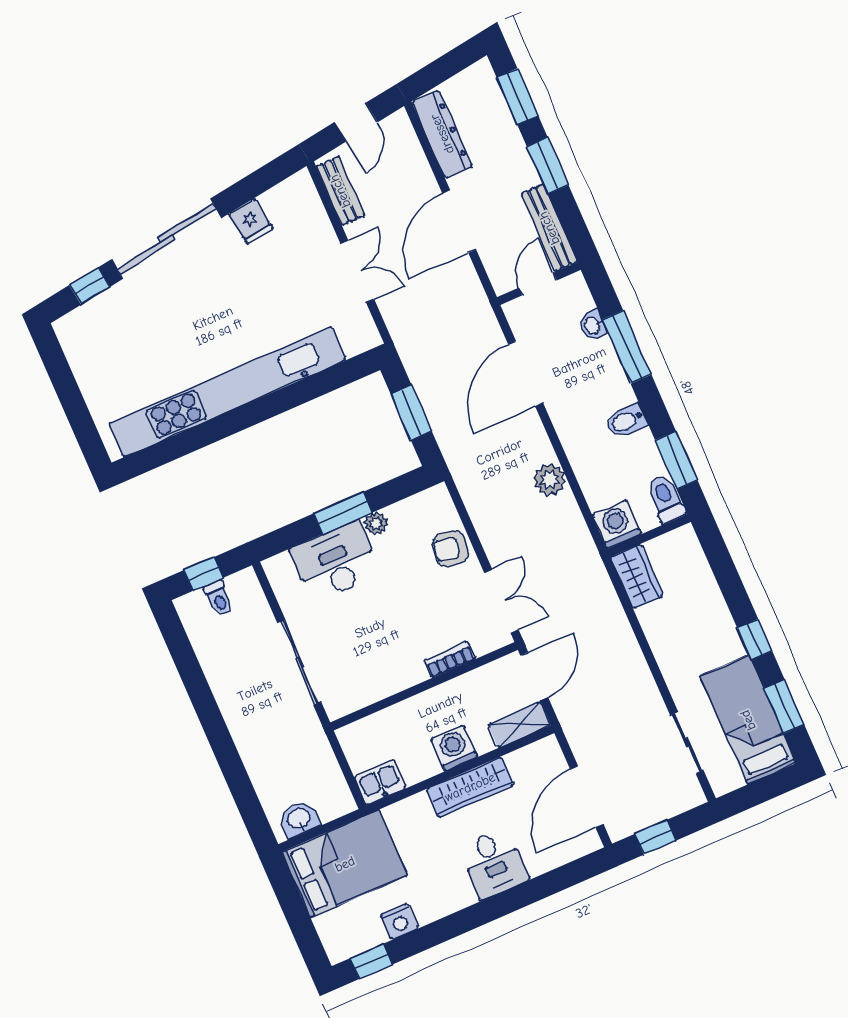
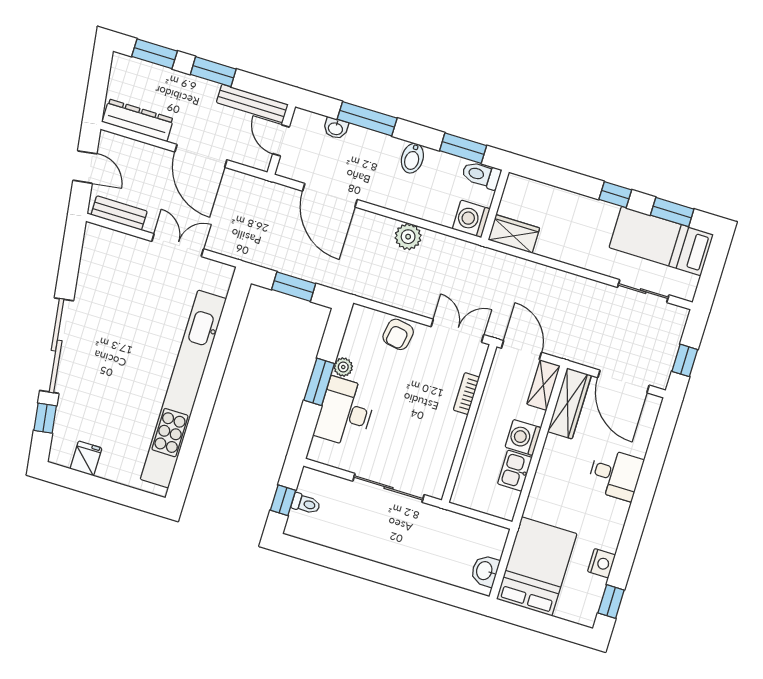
fridge: (251, 221) -> (86, 458), moved, turned -82
kitchen sink: (380, 782) -> (515, 471), moved
wardrobe: (470, 787) -> (569, 403), moved

